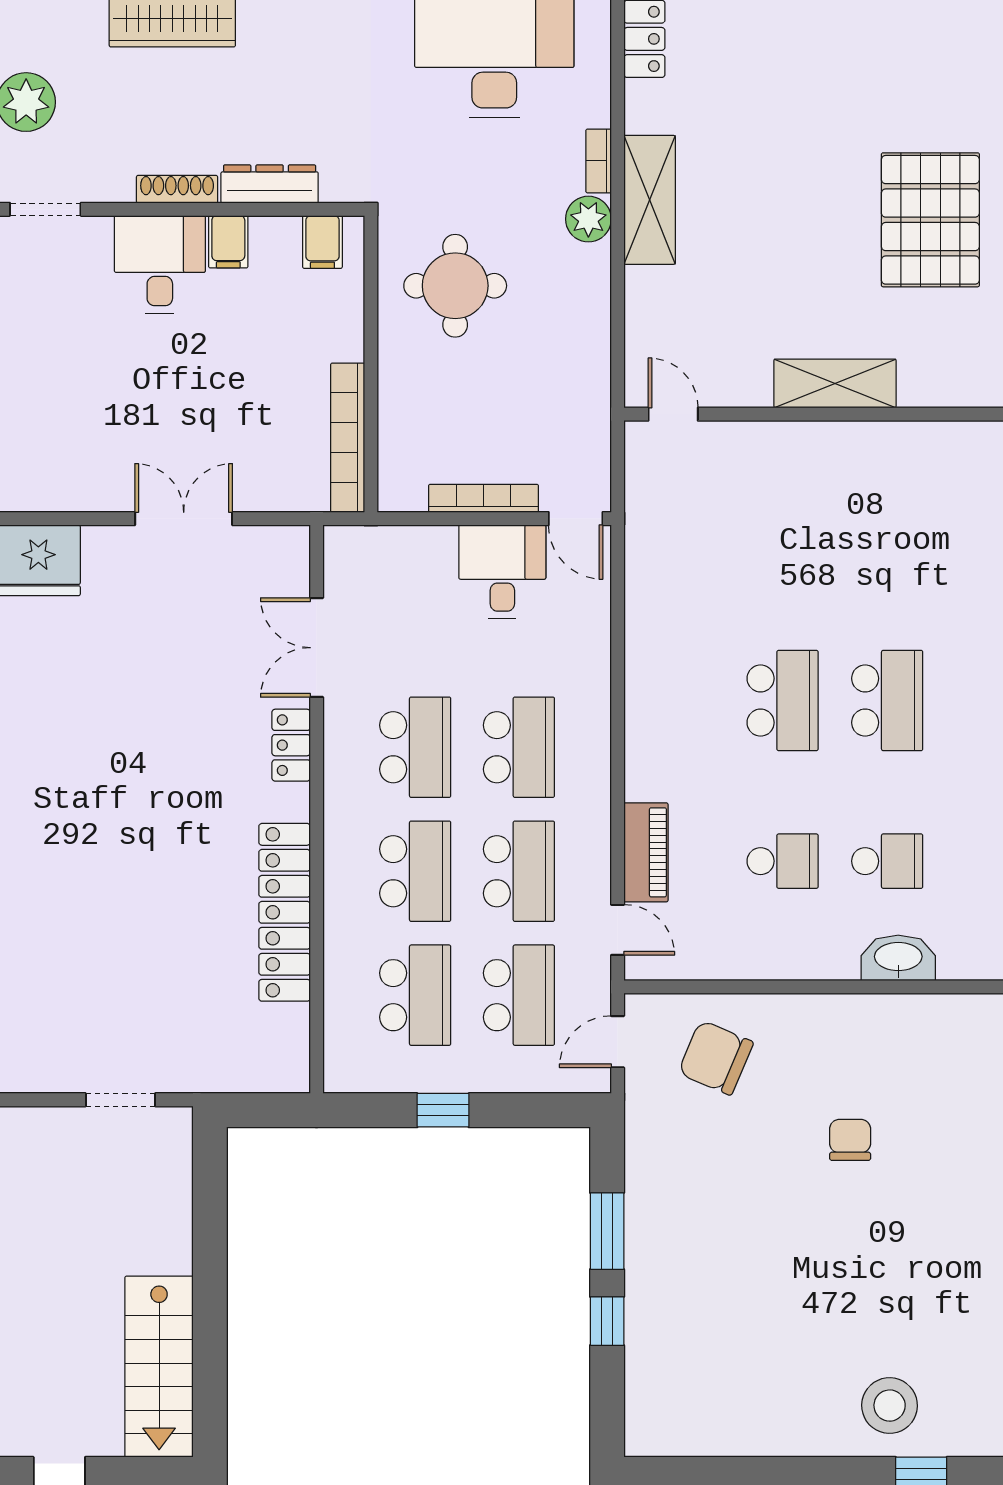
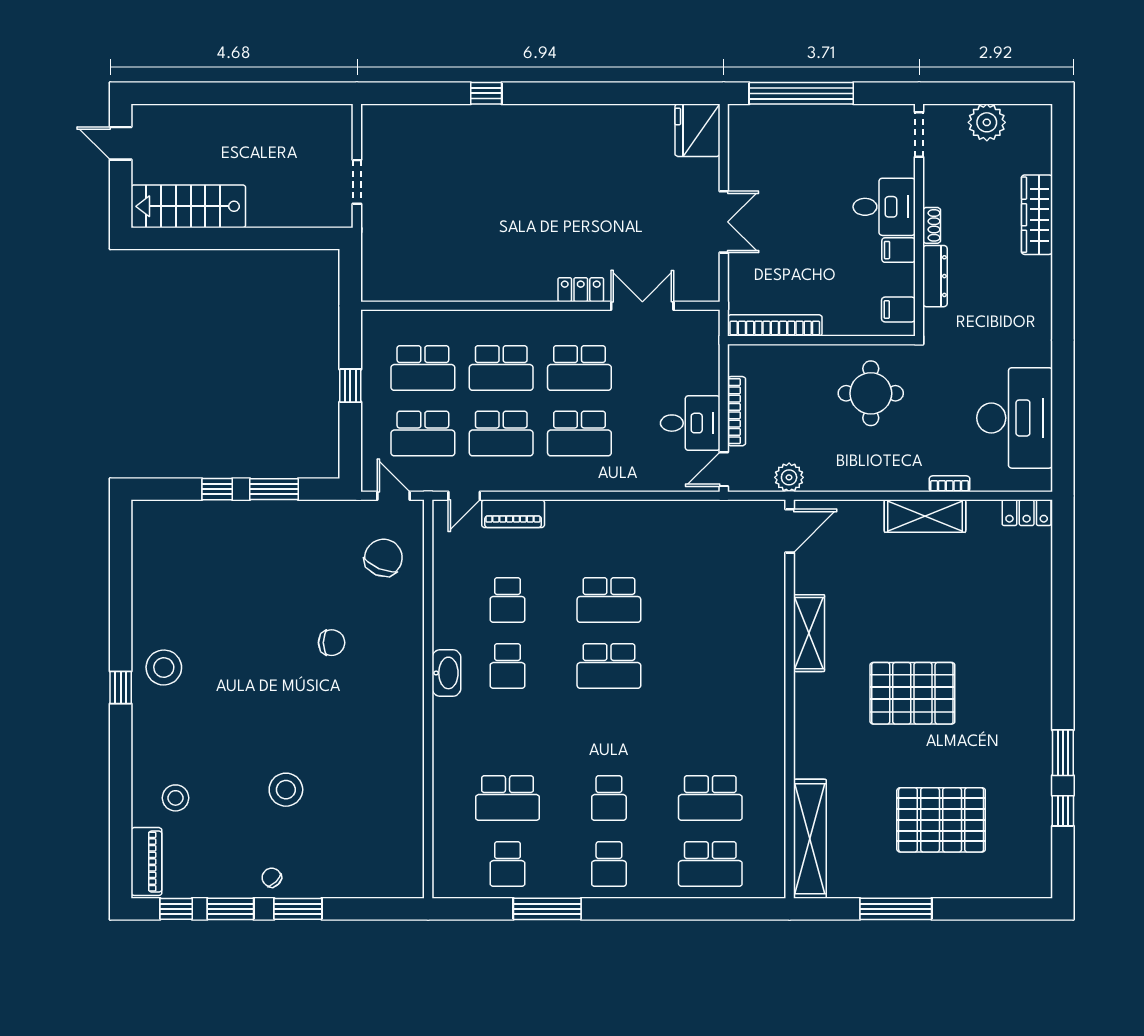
shoe rack: (177, 189) -> (932, 225), width x0.70
plant: (588, 219) -> (789, 477), moved
door: (673, 414) -> (790, 531), width x1.38
locker: (285, 912) -> (475, 286), removed

